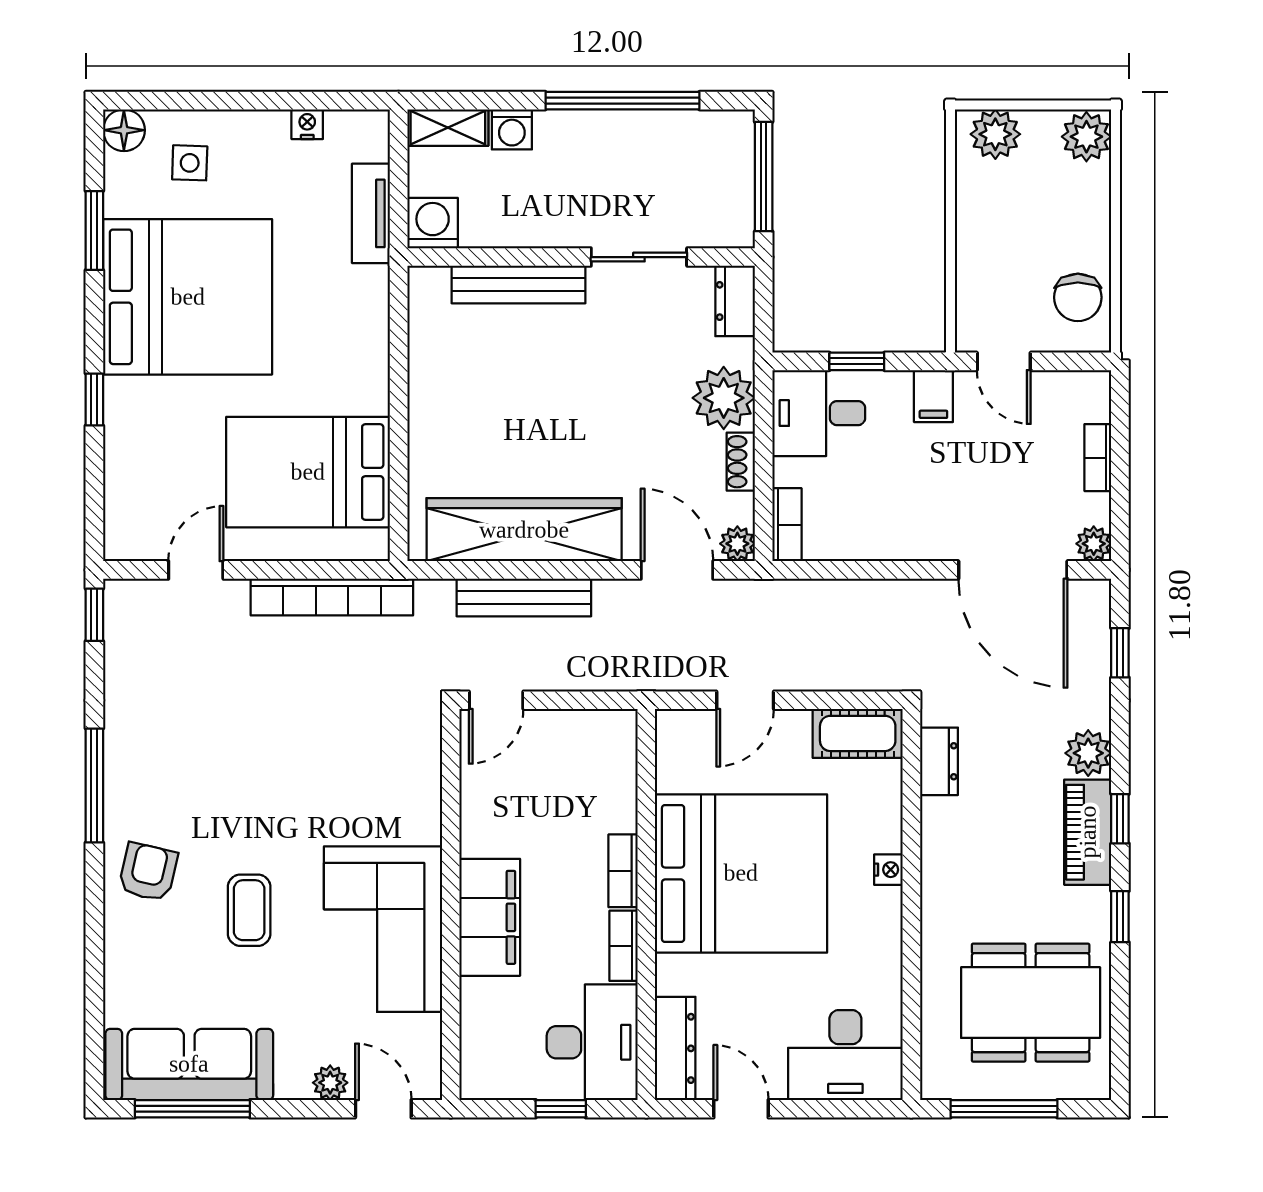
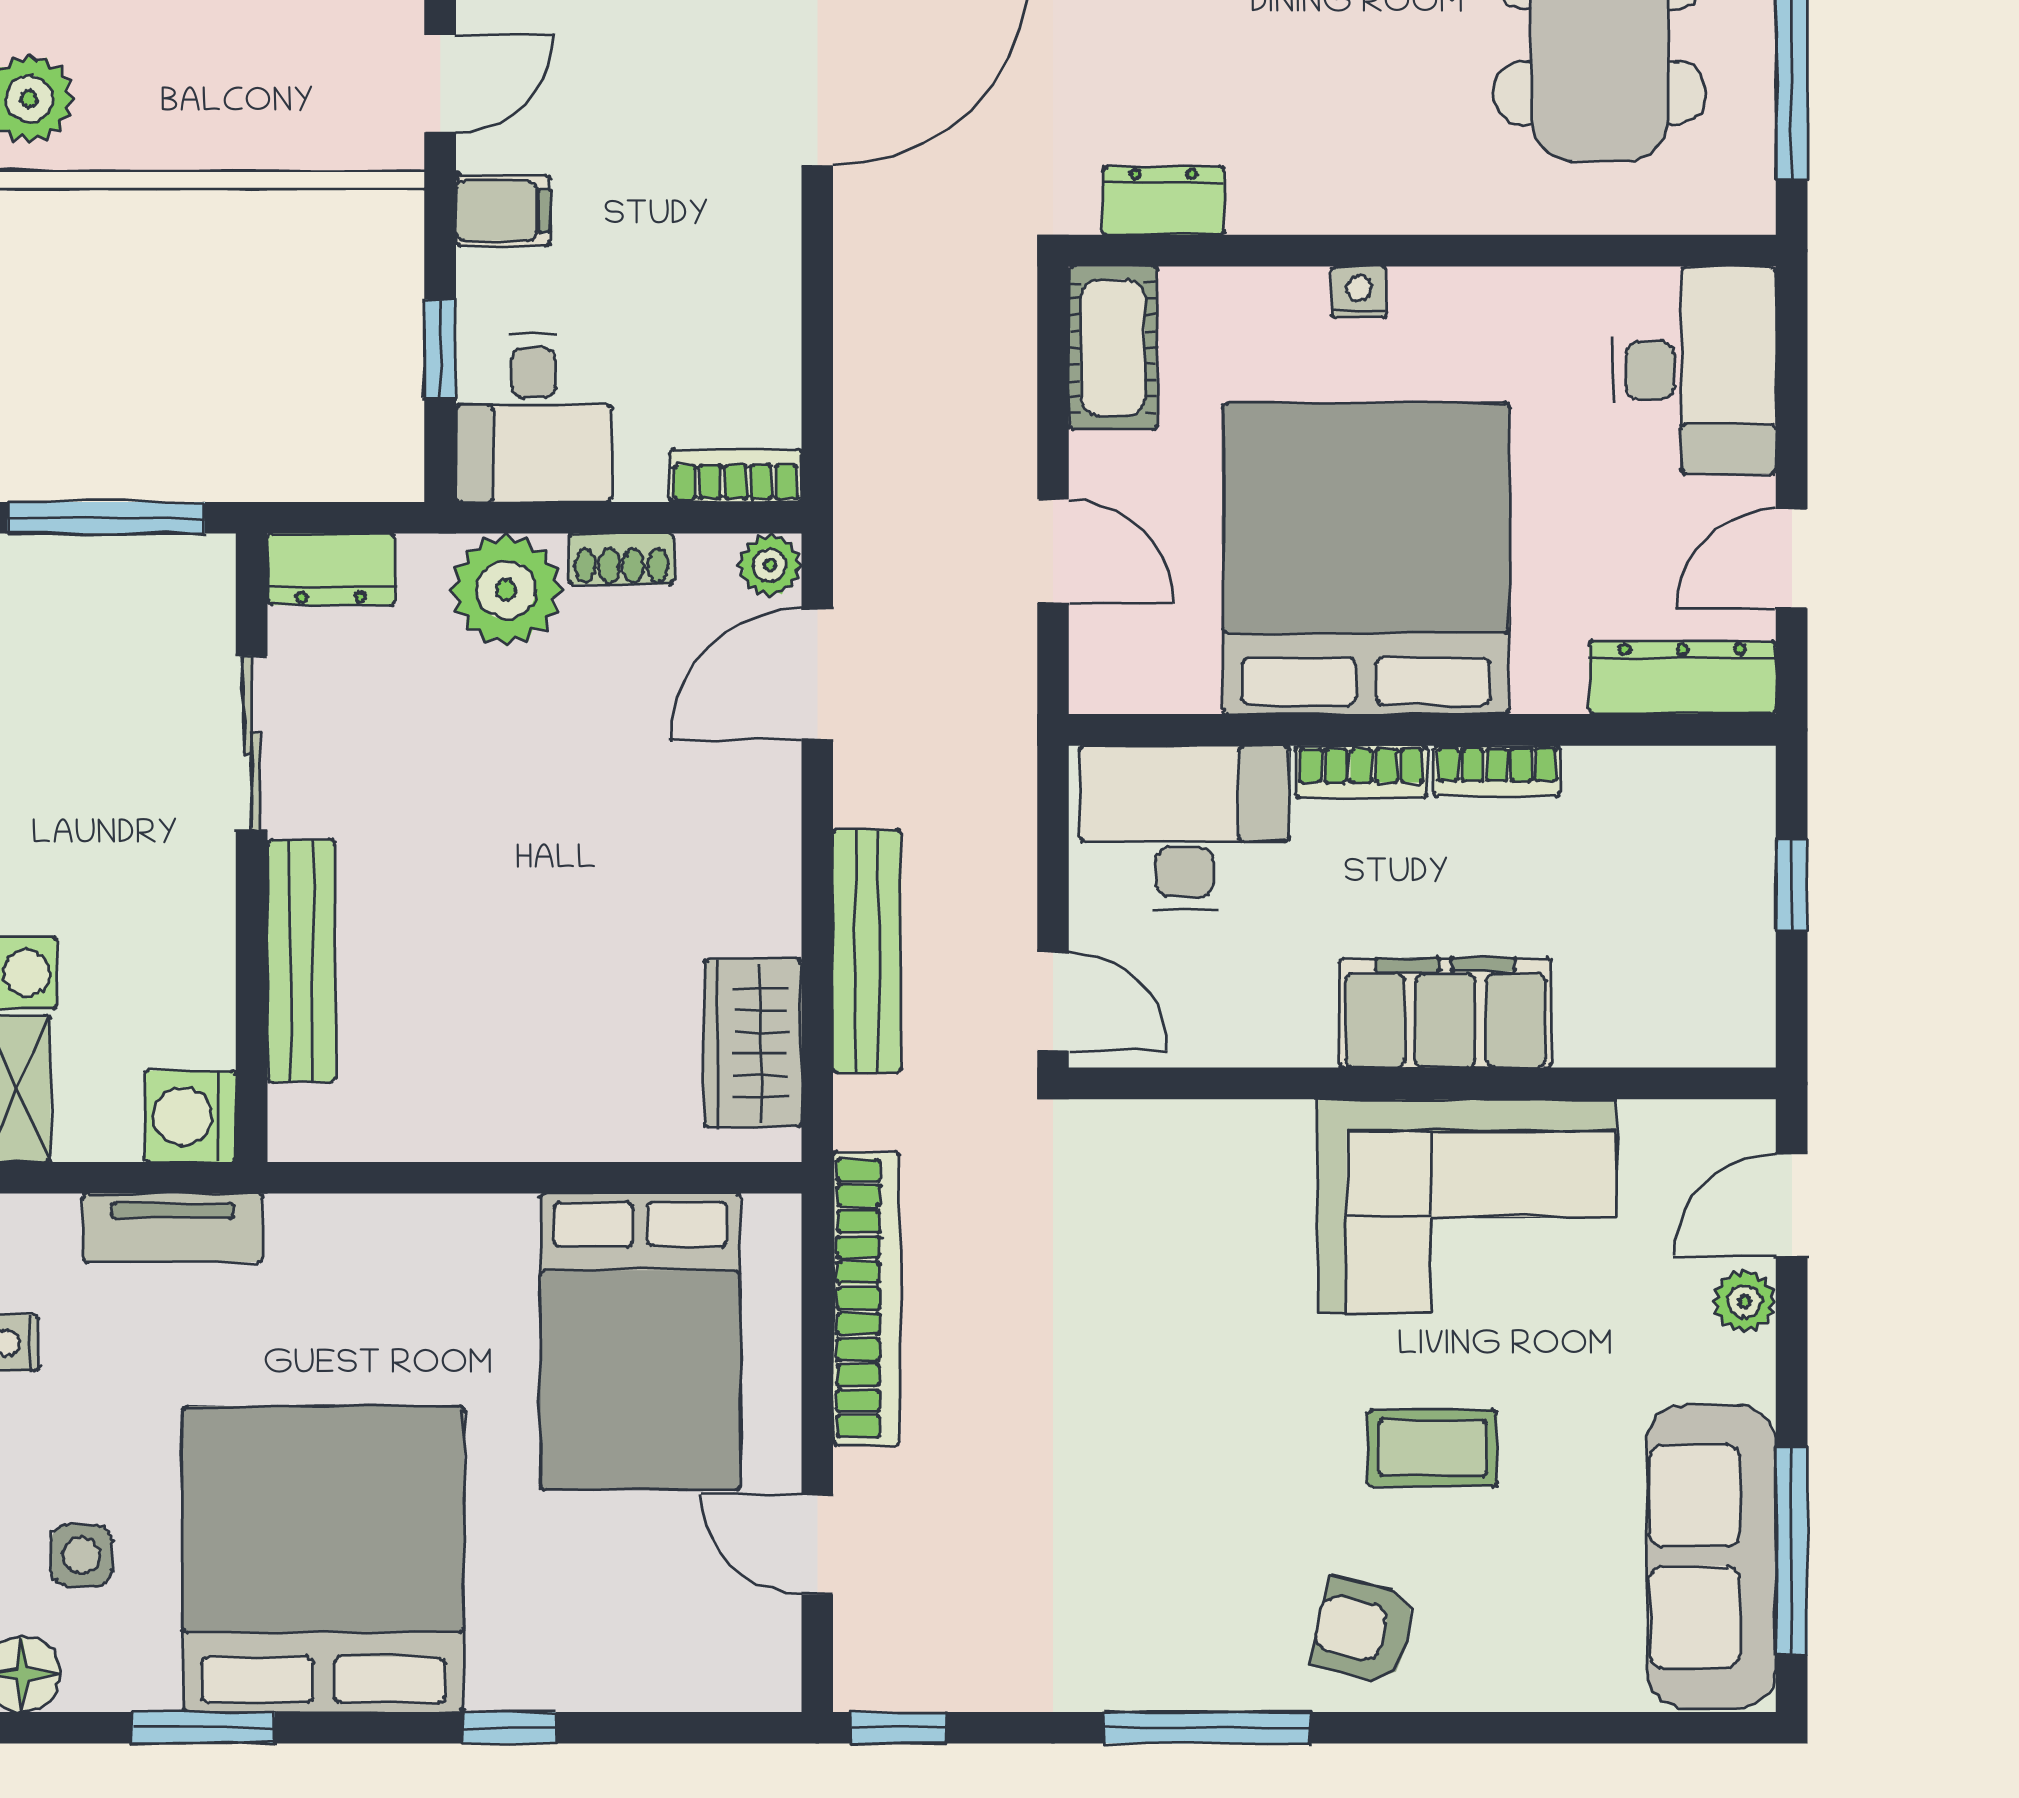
wardrobe: (524, 530) -> (753, 1043), width x0.48, depth x0.85
desk: (592, 1042) -> (1185, 828), moved

